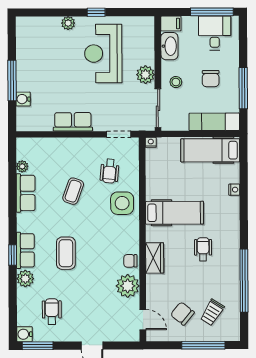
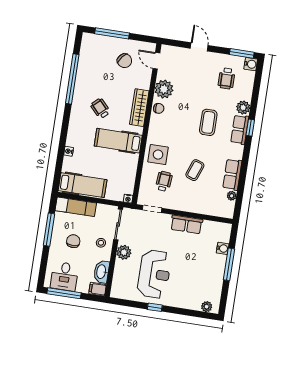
plant: (68, 23) -> (207, 307), moved
wheelchair: (203, 249) -> (100, 108), turned 137
wardrobe: (155, 258) -> (139, 108), width x1.50
trolley: (212, 312) -> (101, 58), removed

